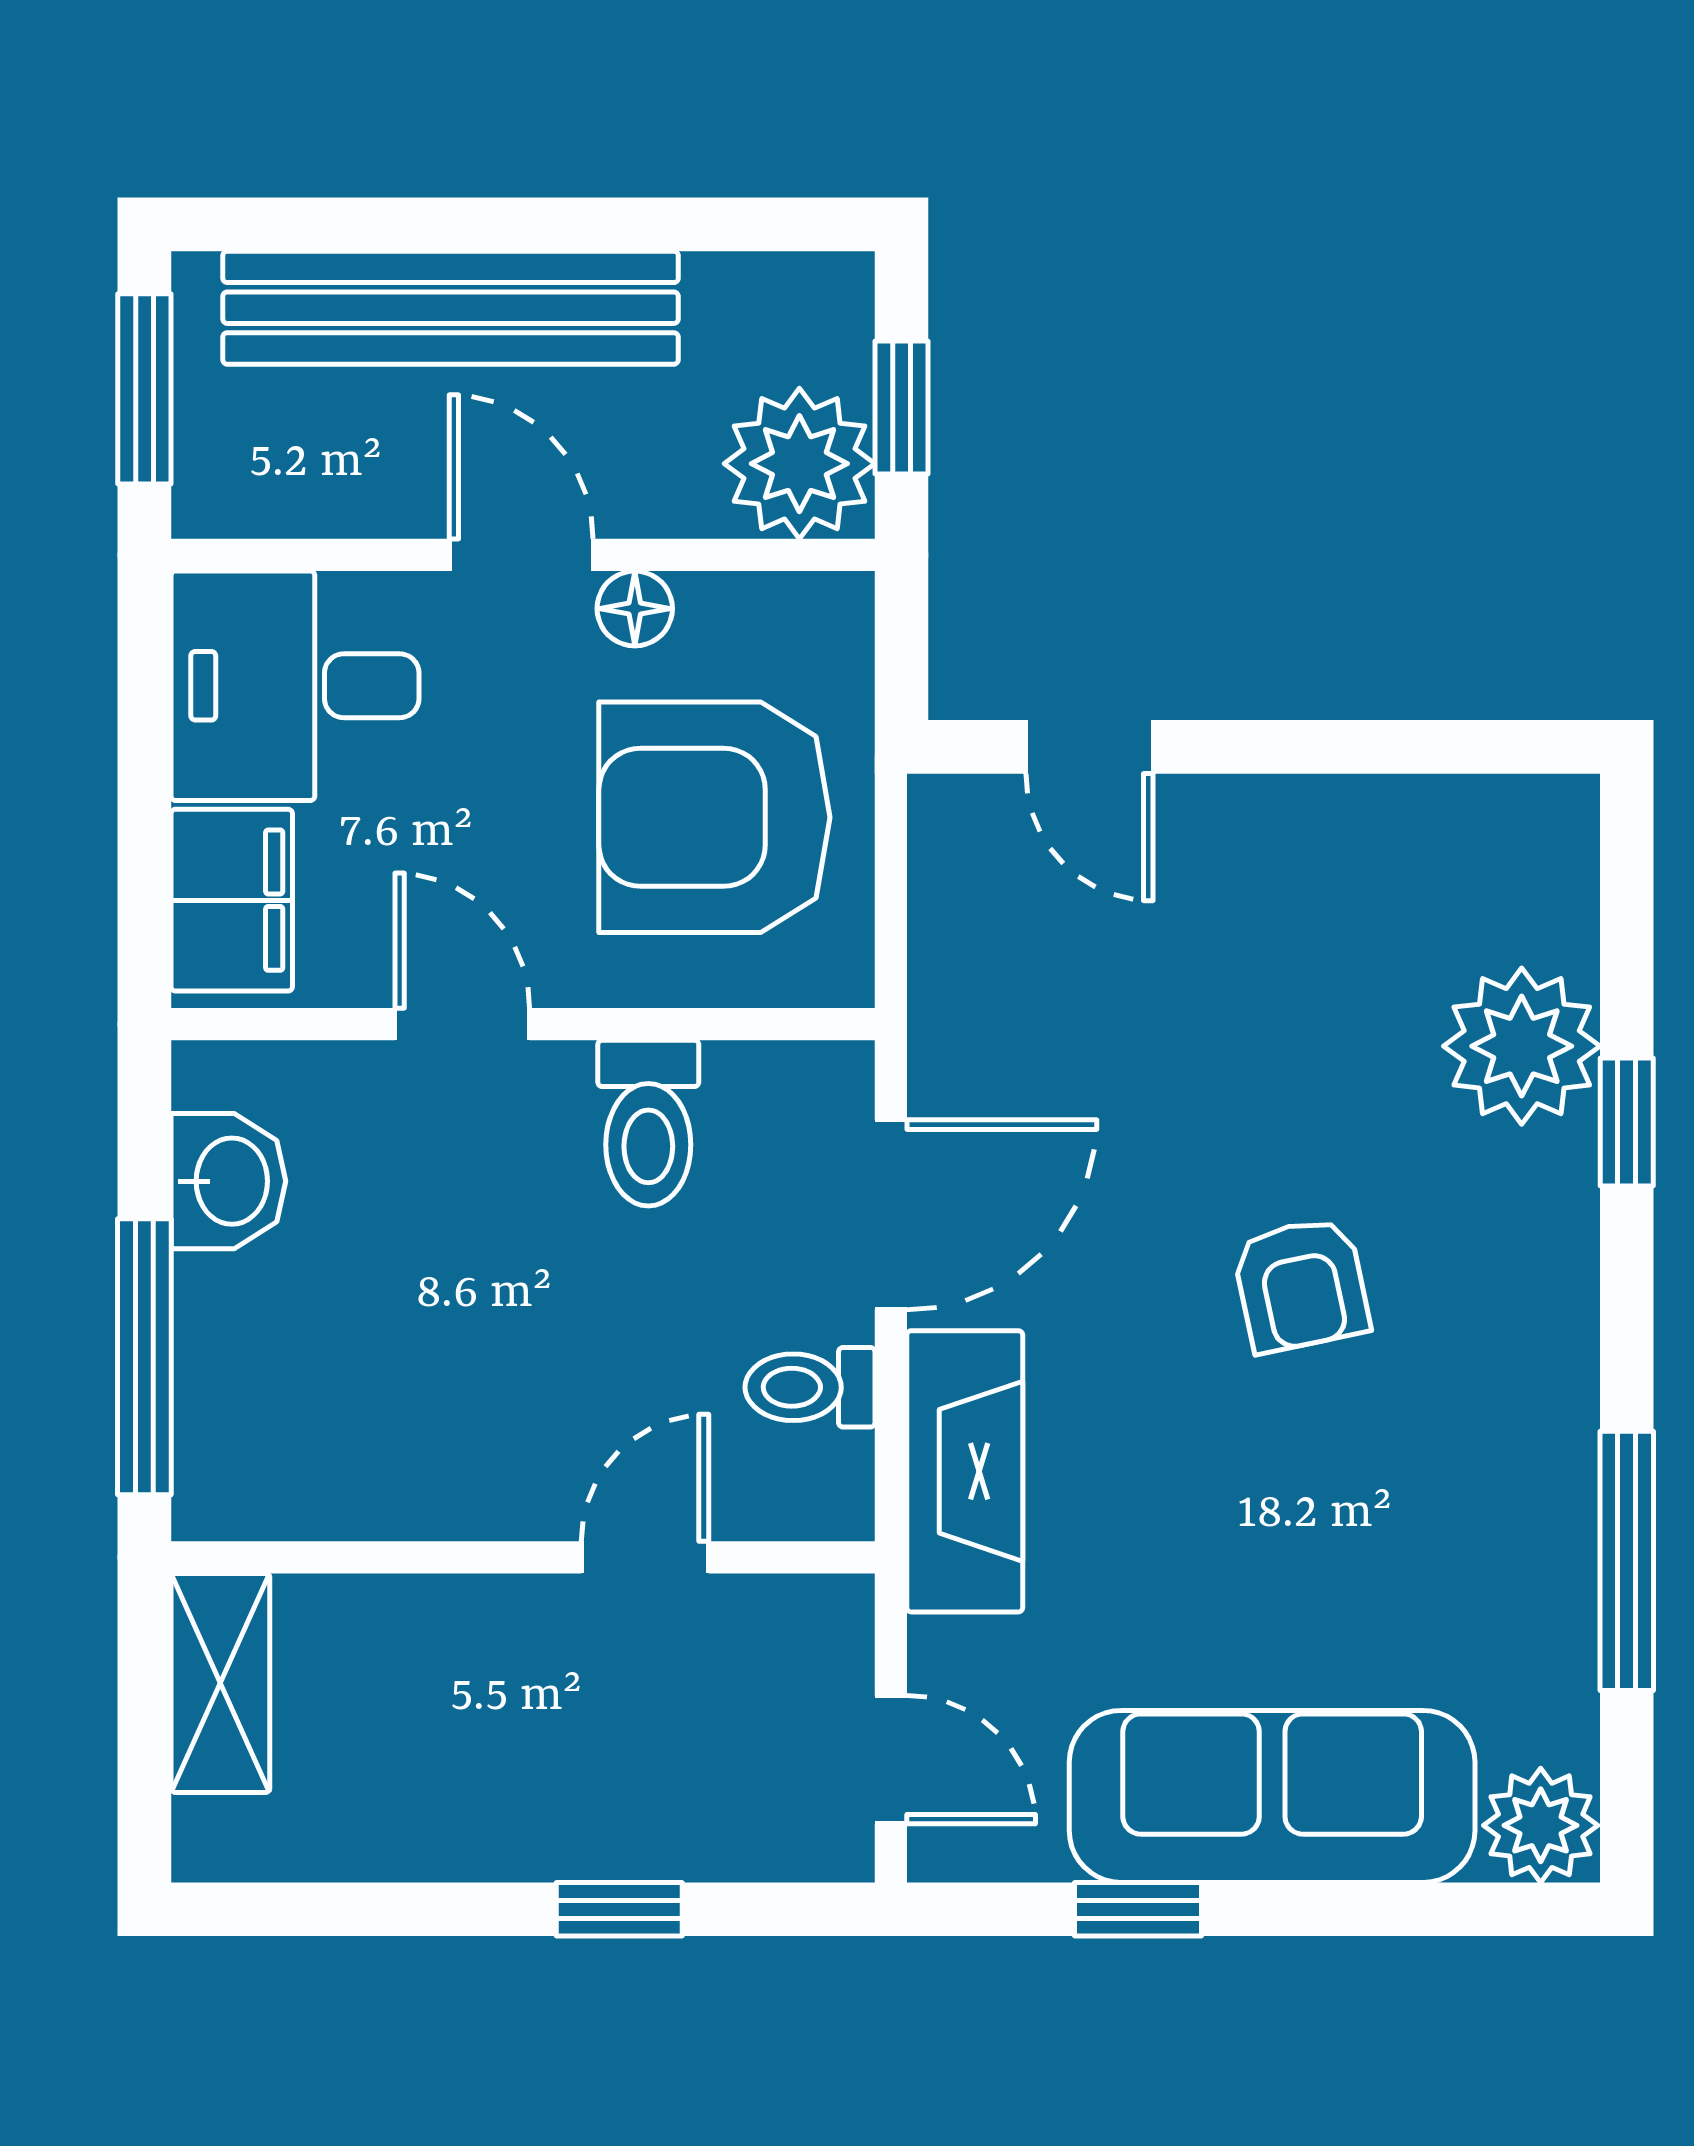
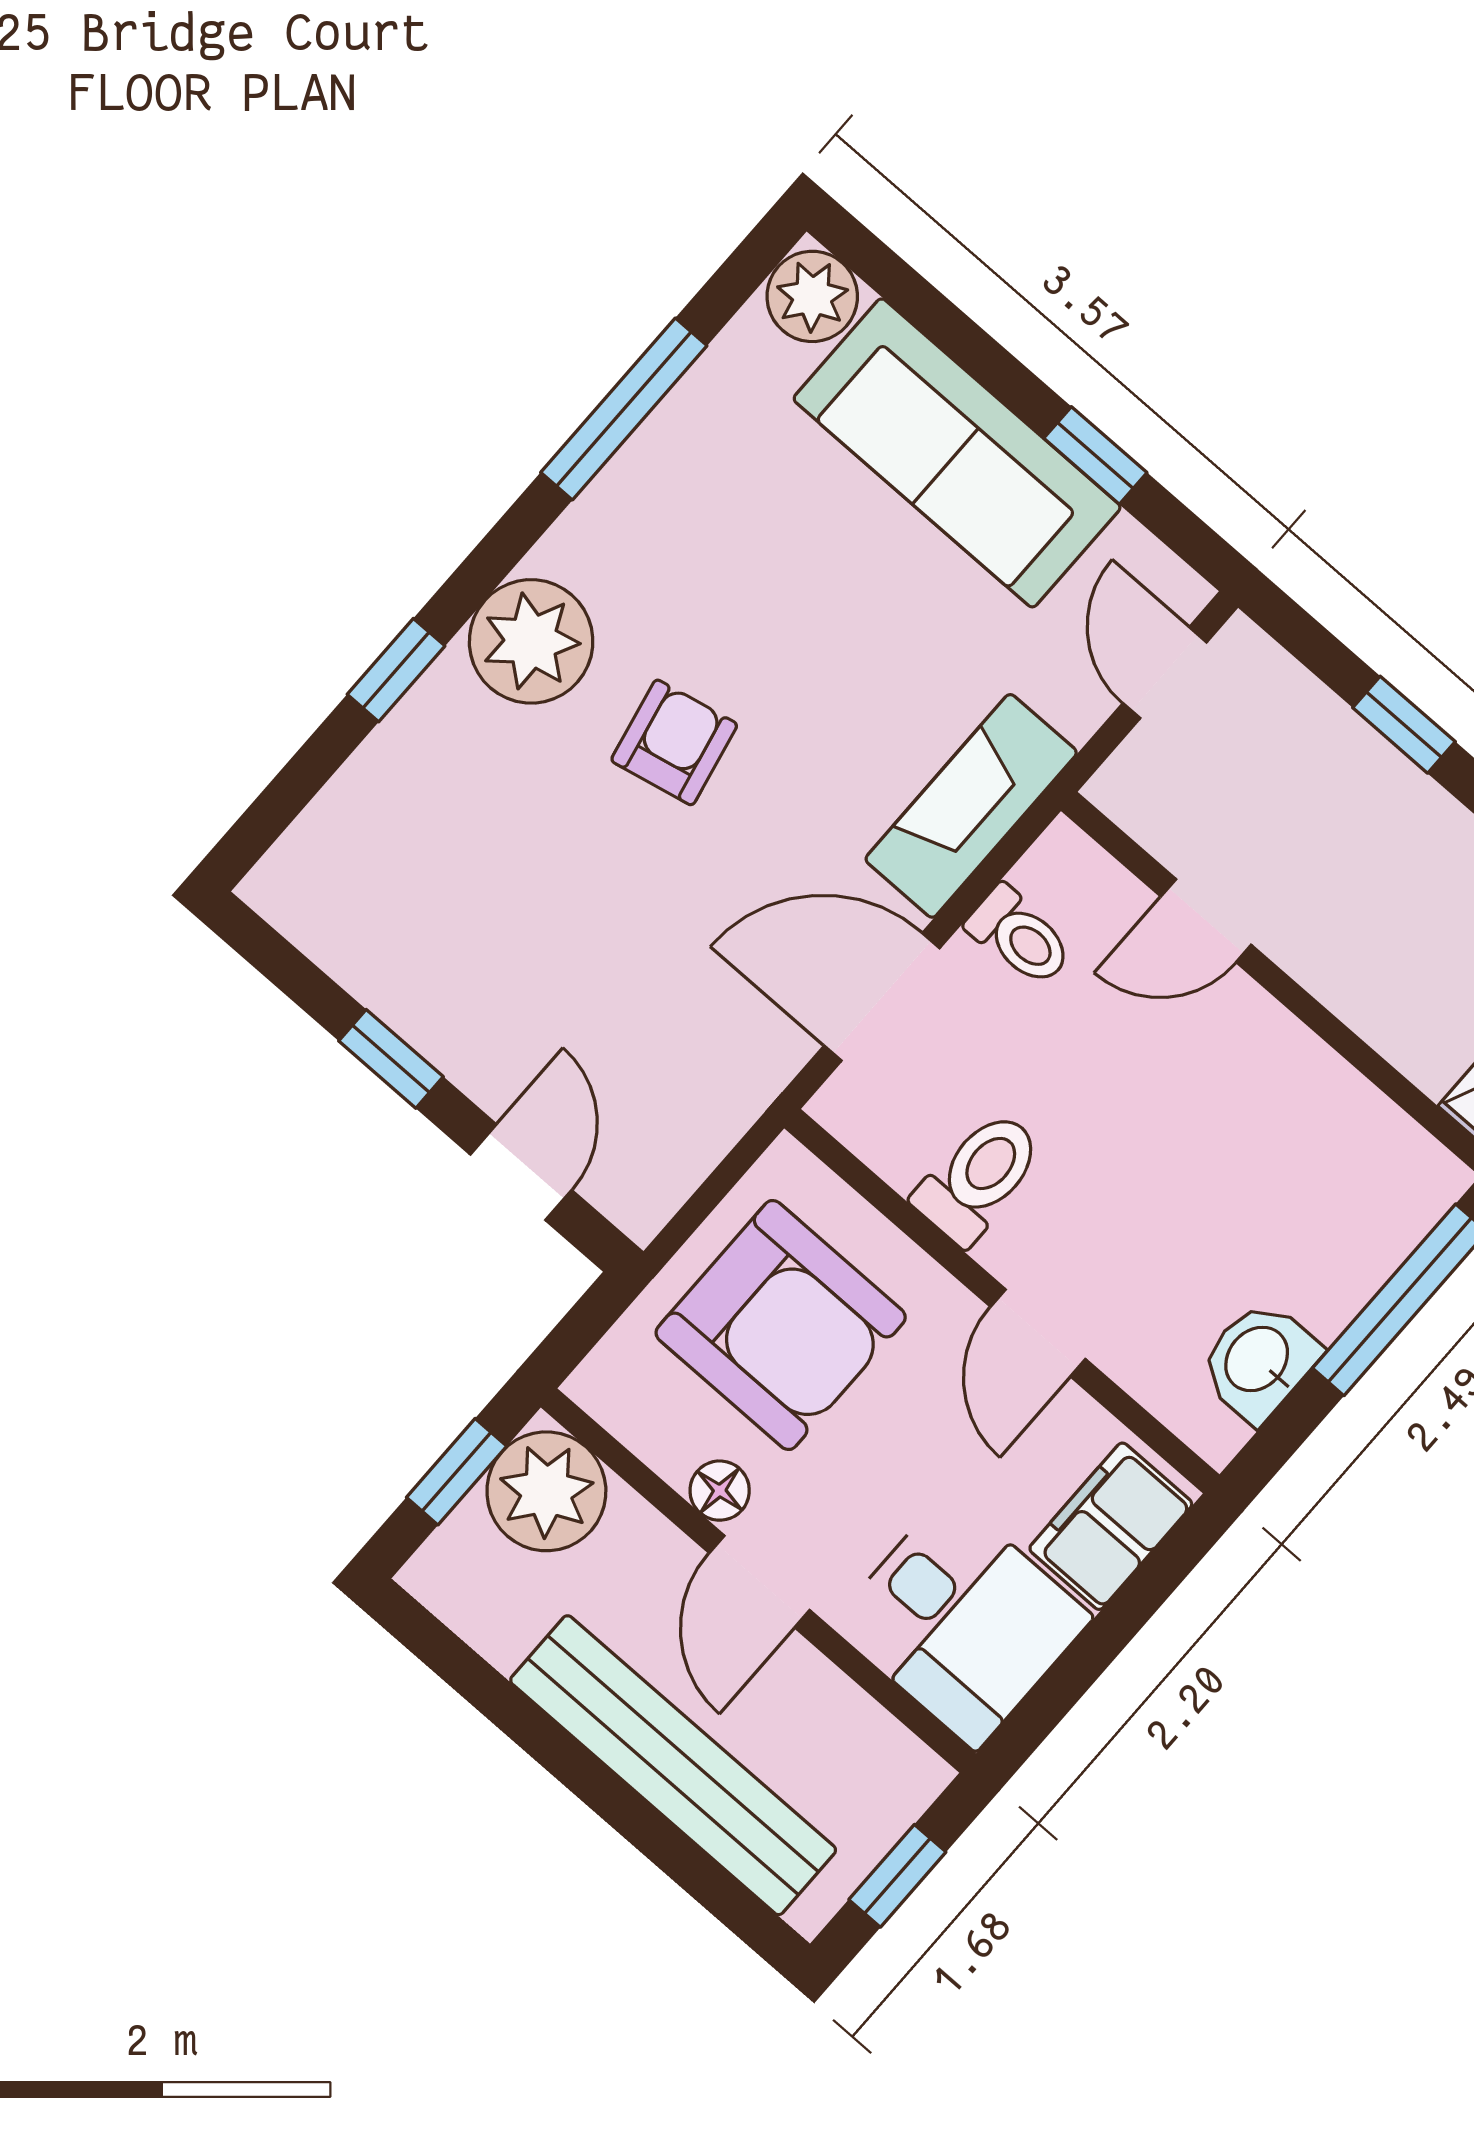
window: (144, 389) -> (897, 1876), width x0.67
window: (1308, 747) -> (391, 1059), added
plant: (1522, 1046) -> (531, 641), moved

